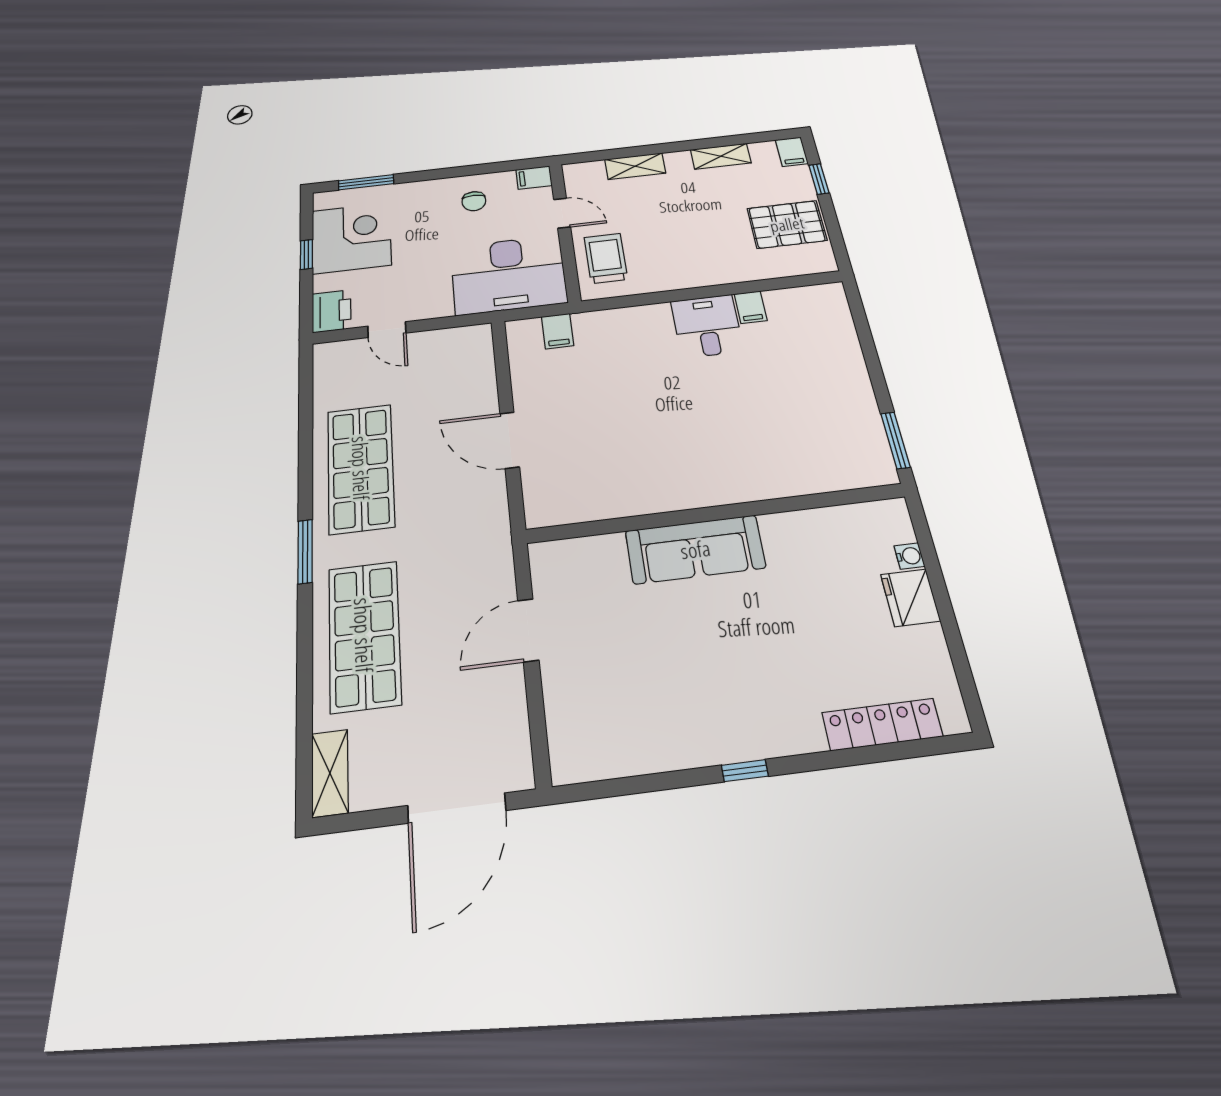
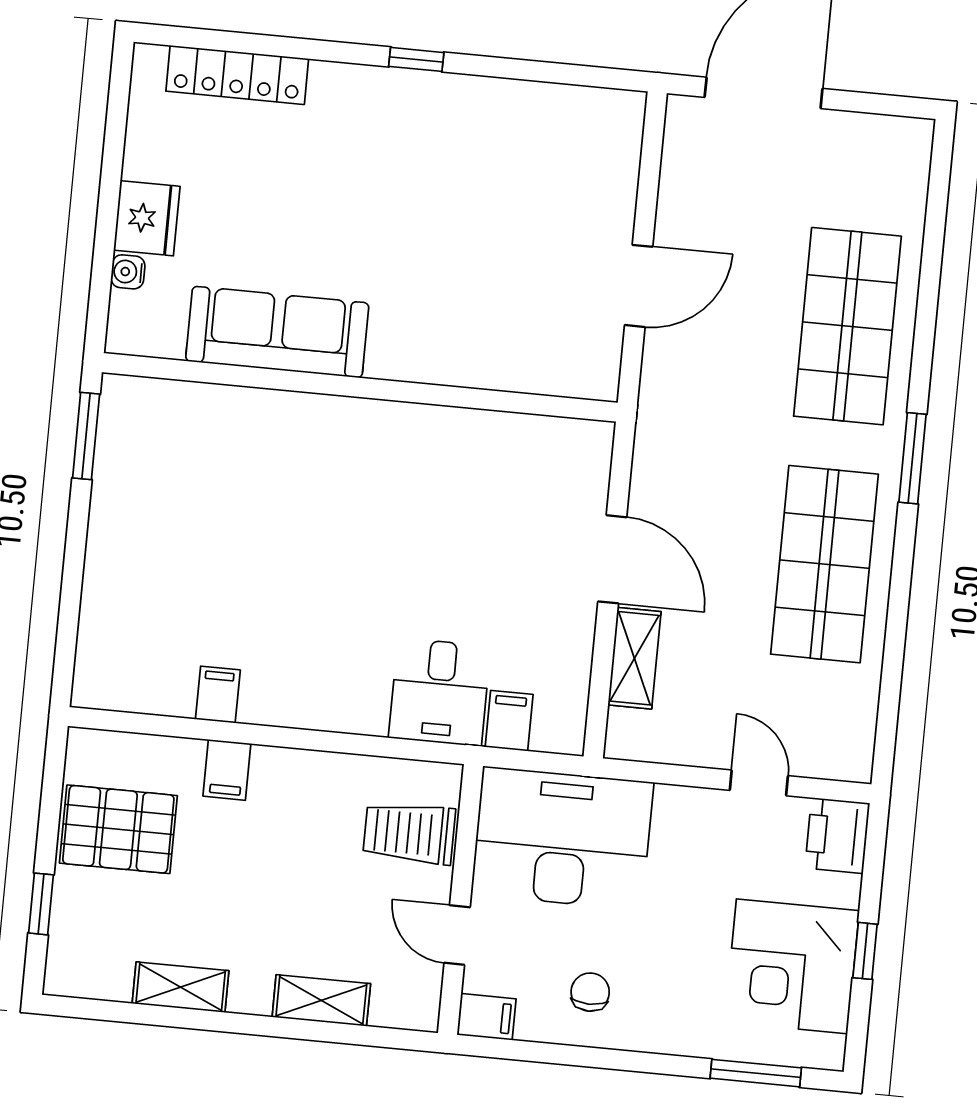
filing cabinet: (792, 152) -> (227, 770), moved, turned 180
trolley: (606, 258) -> (409, 833), turned 90
desk: (707, 326) -> (440, 692), moved
sofa: (695, 549) -> (277, 332), moved
shelving: (330, 773) -> (634, 658), moved

